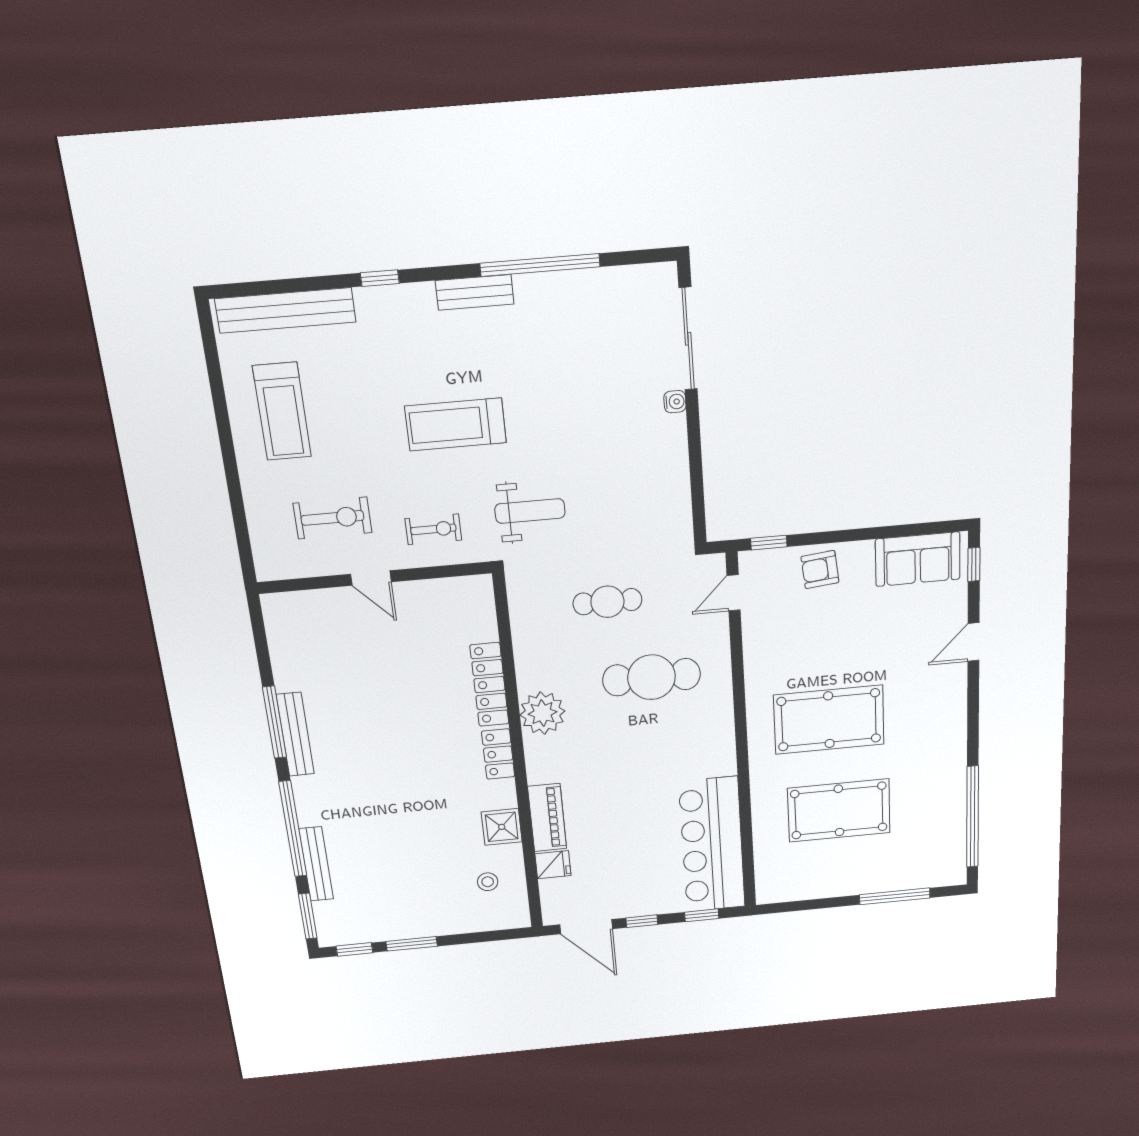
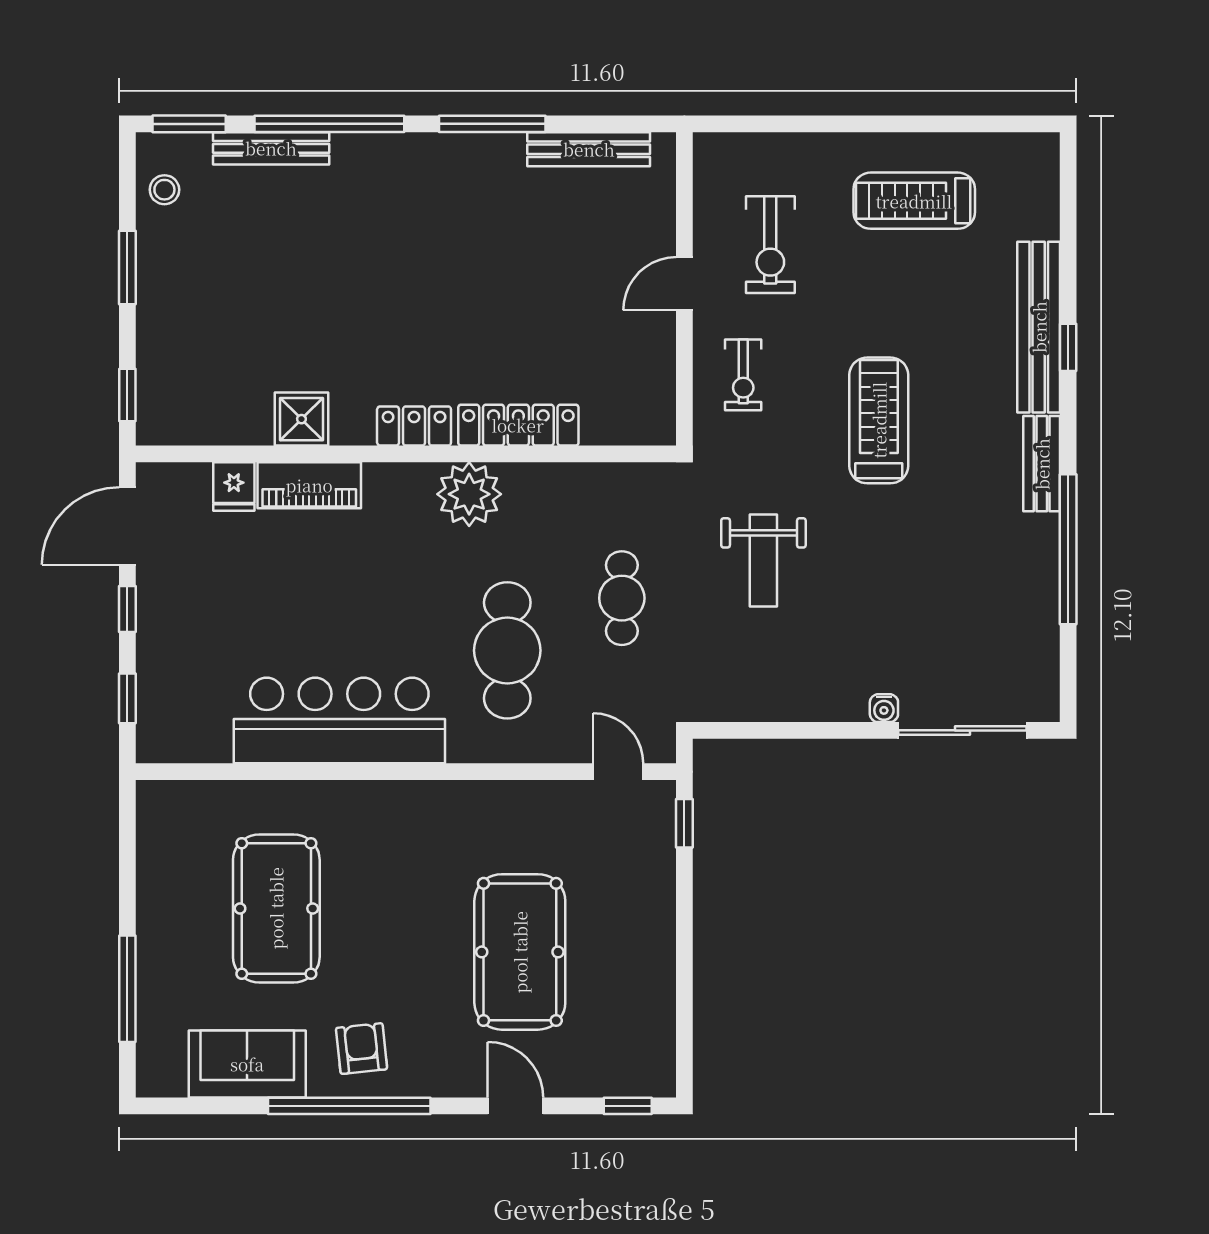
bench: (285, 310) -> (1039, 327), moved
weight bench: (530, 511) -> (763, 561), moved
sofa: (918, 559) -> (247, 1064), moved, turned 90
armchair: (820, 570) -> (362, 1049), moved
pool table: (829, 720) -> (520, 952), moved
bench: (295, 734) -> (589, 149), moved
window: (973, 817) -> (349, 1106), moved
bar counter: (712, 845) -> (339, 720), moved
stool: (488, 882) -> (164, 190), moved
window: (355, 949) -> (127, 395), moved

